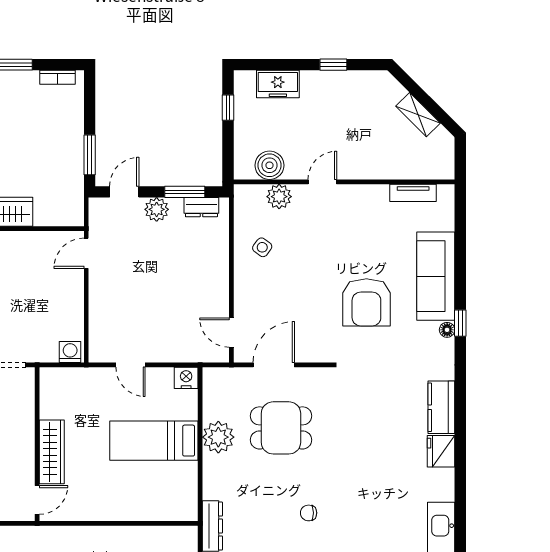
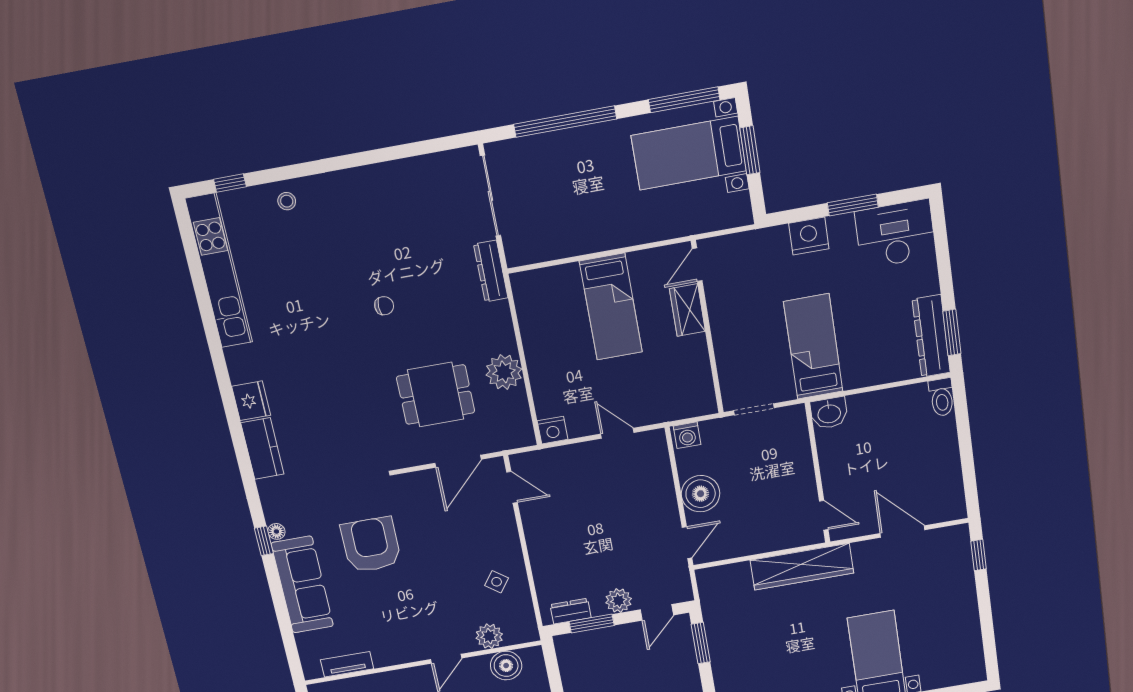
boiler: (67, 297) -> (701, 494), added
bed: (154, 441) -> (611, 307), moved, turned 90
wardrobe: (52, 452) -> (687, 310), width x0.67

